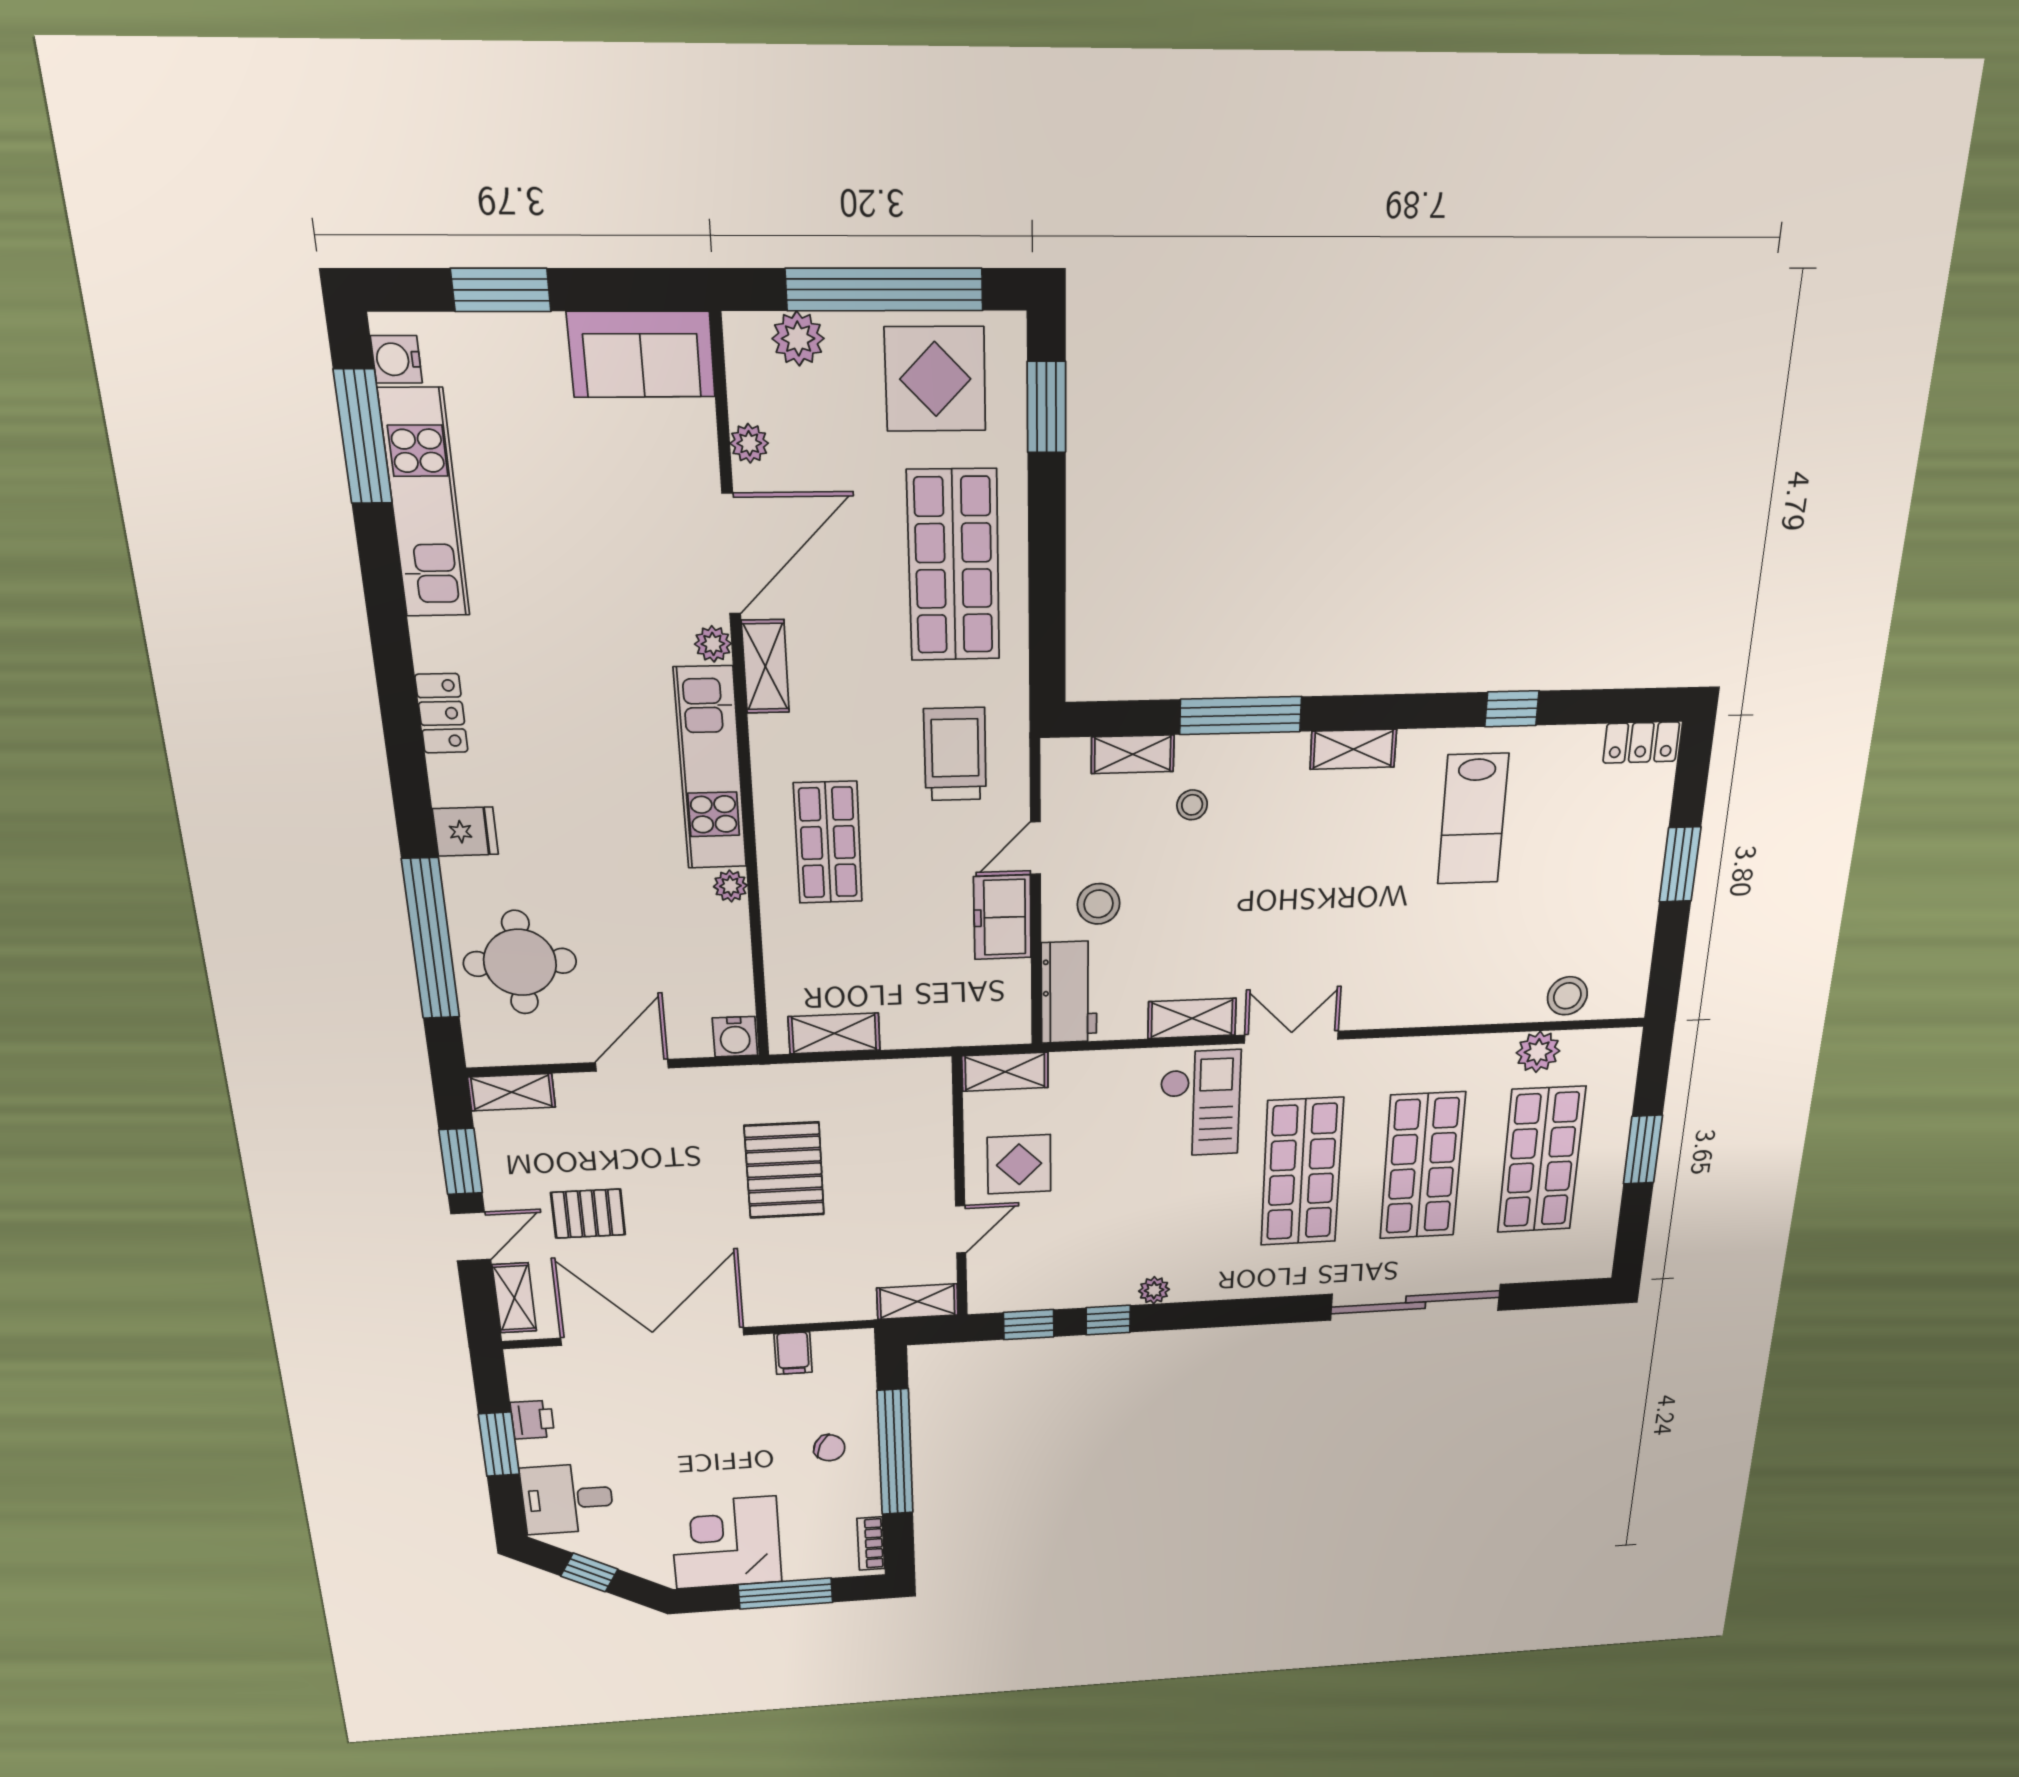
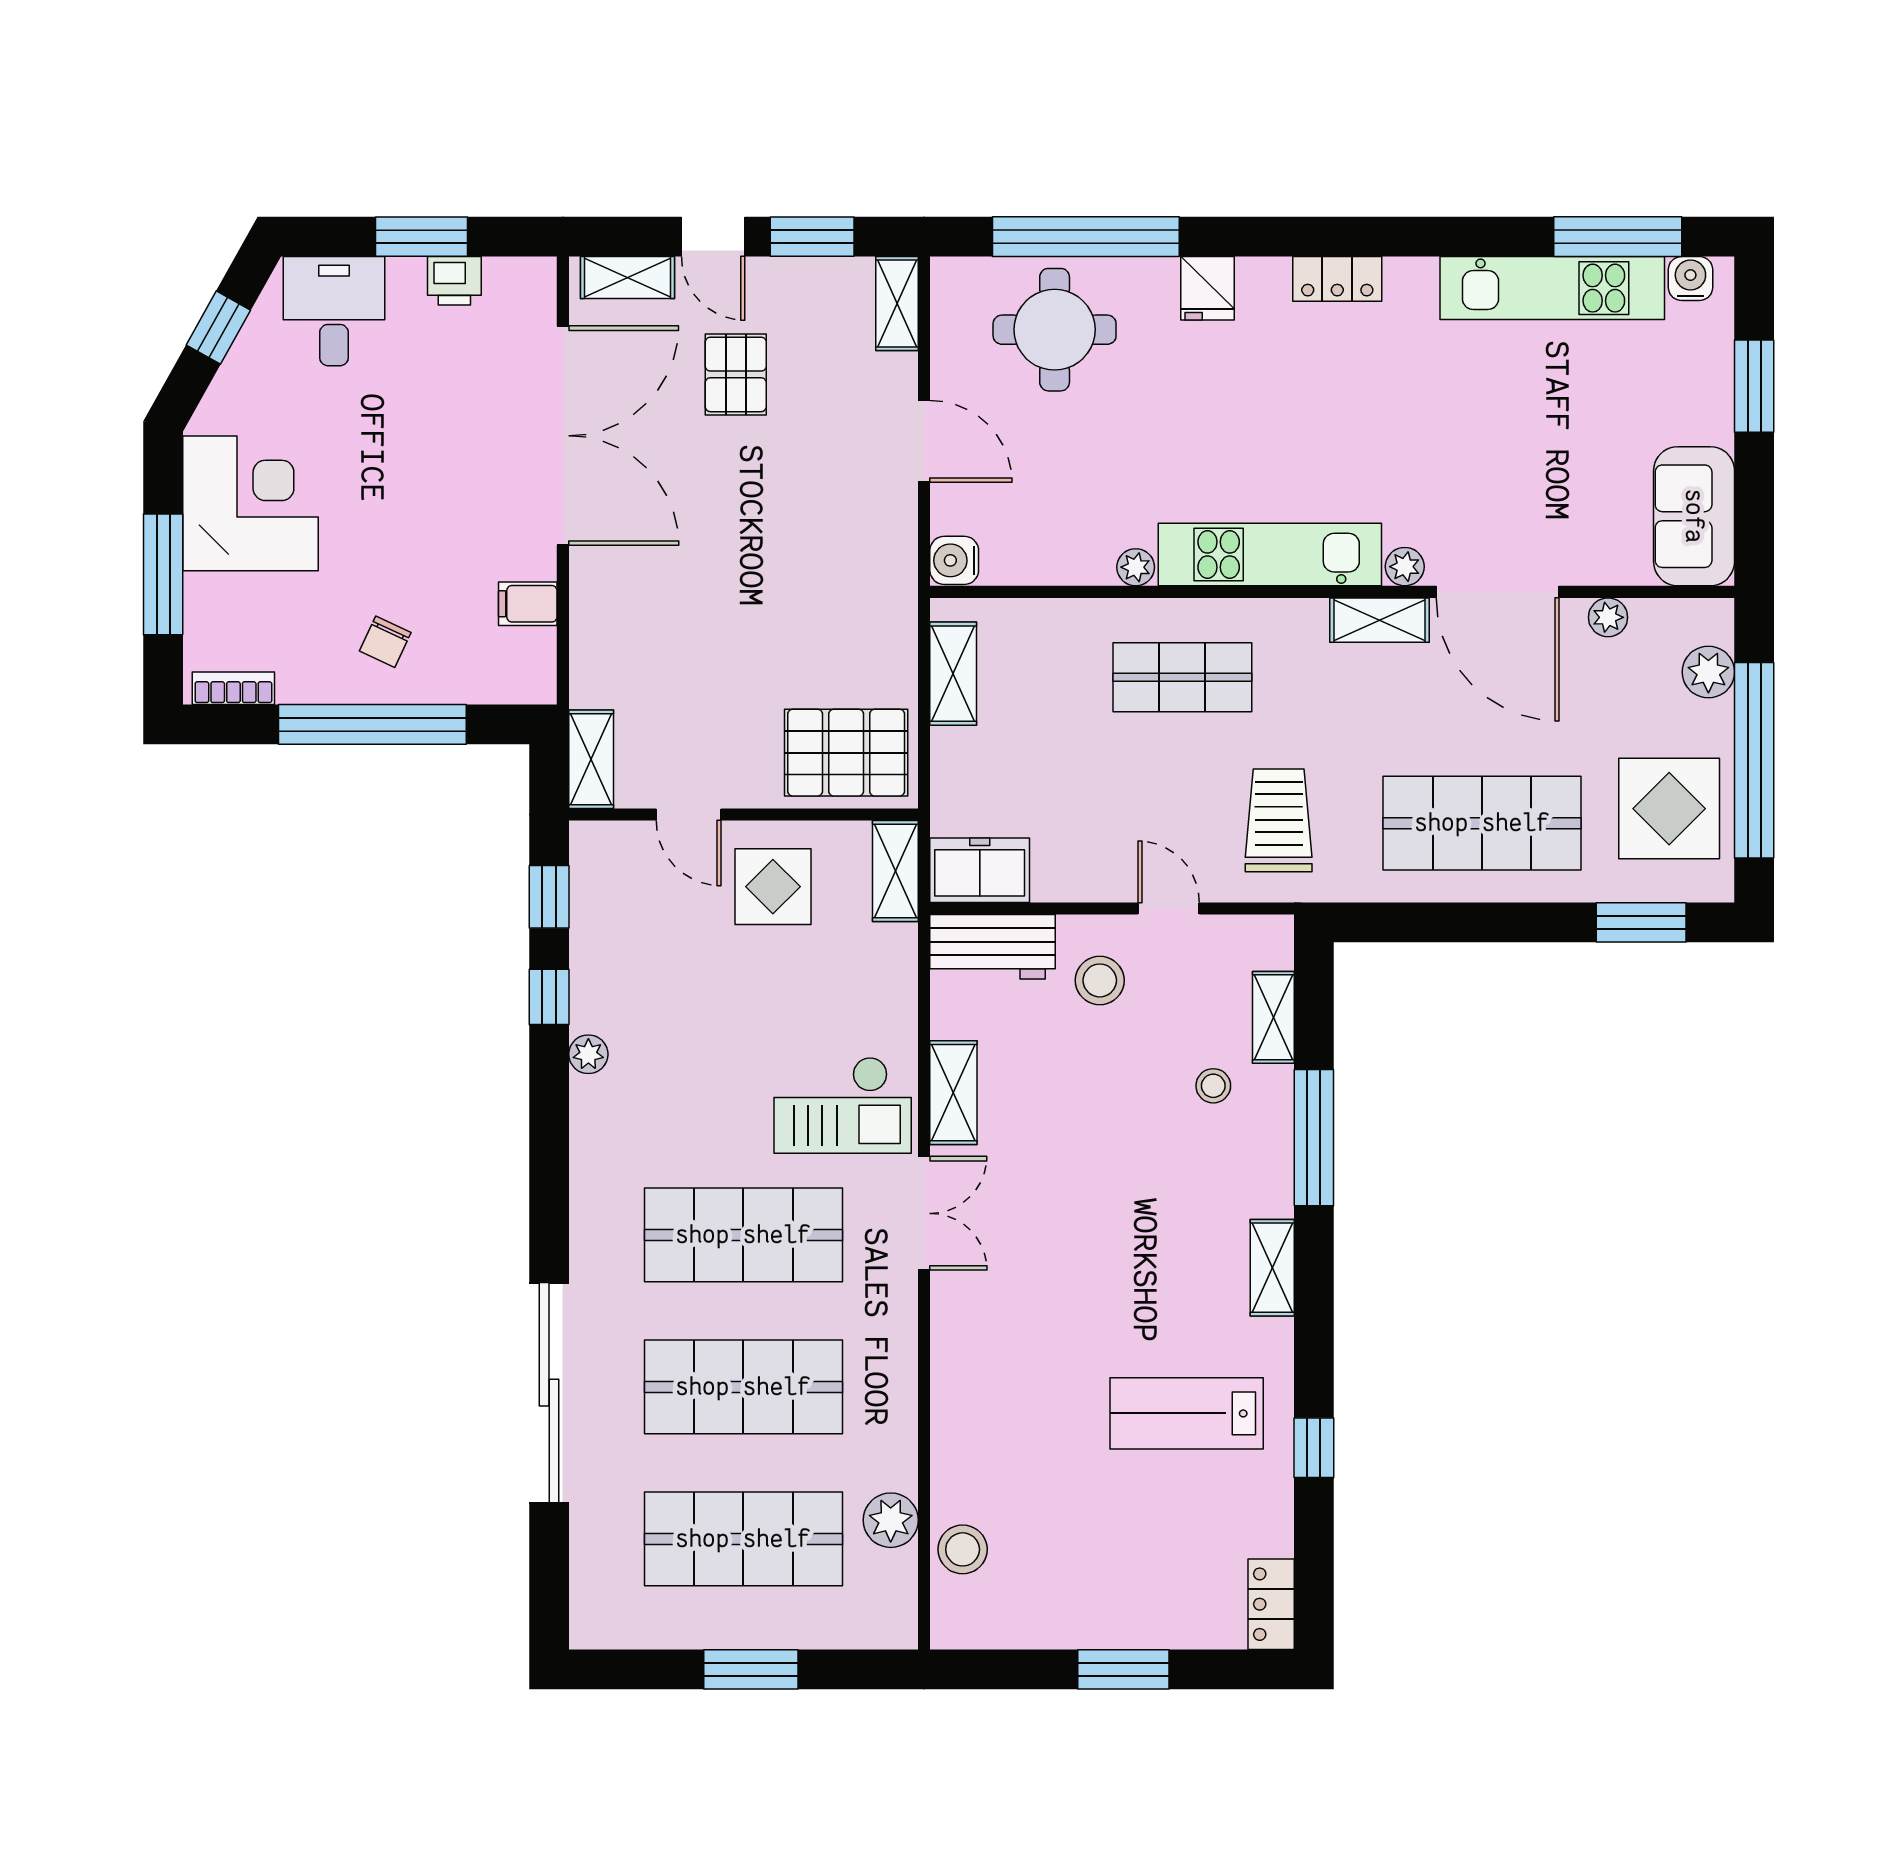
trolley: (955, 754) -> (1279, 820), turned -90
freezer: (1002, 917) -> (980, 870), moved
pallet: (784, 1170) -> (846, 753), moved

